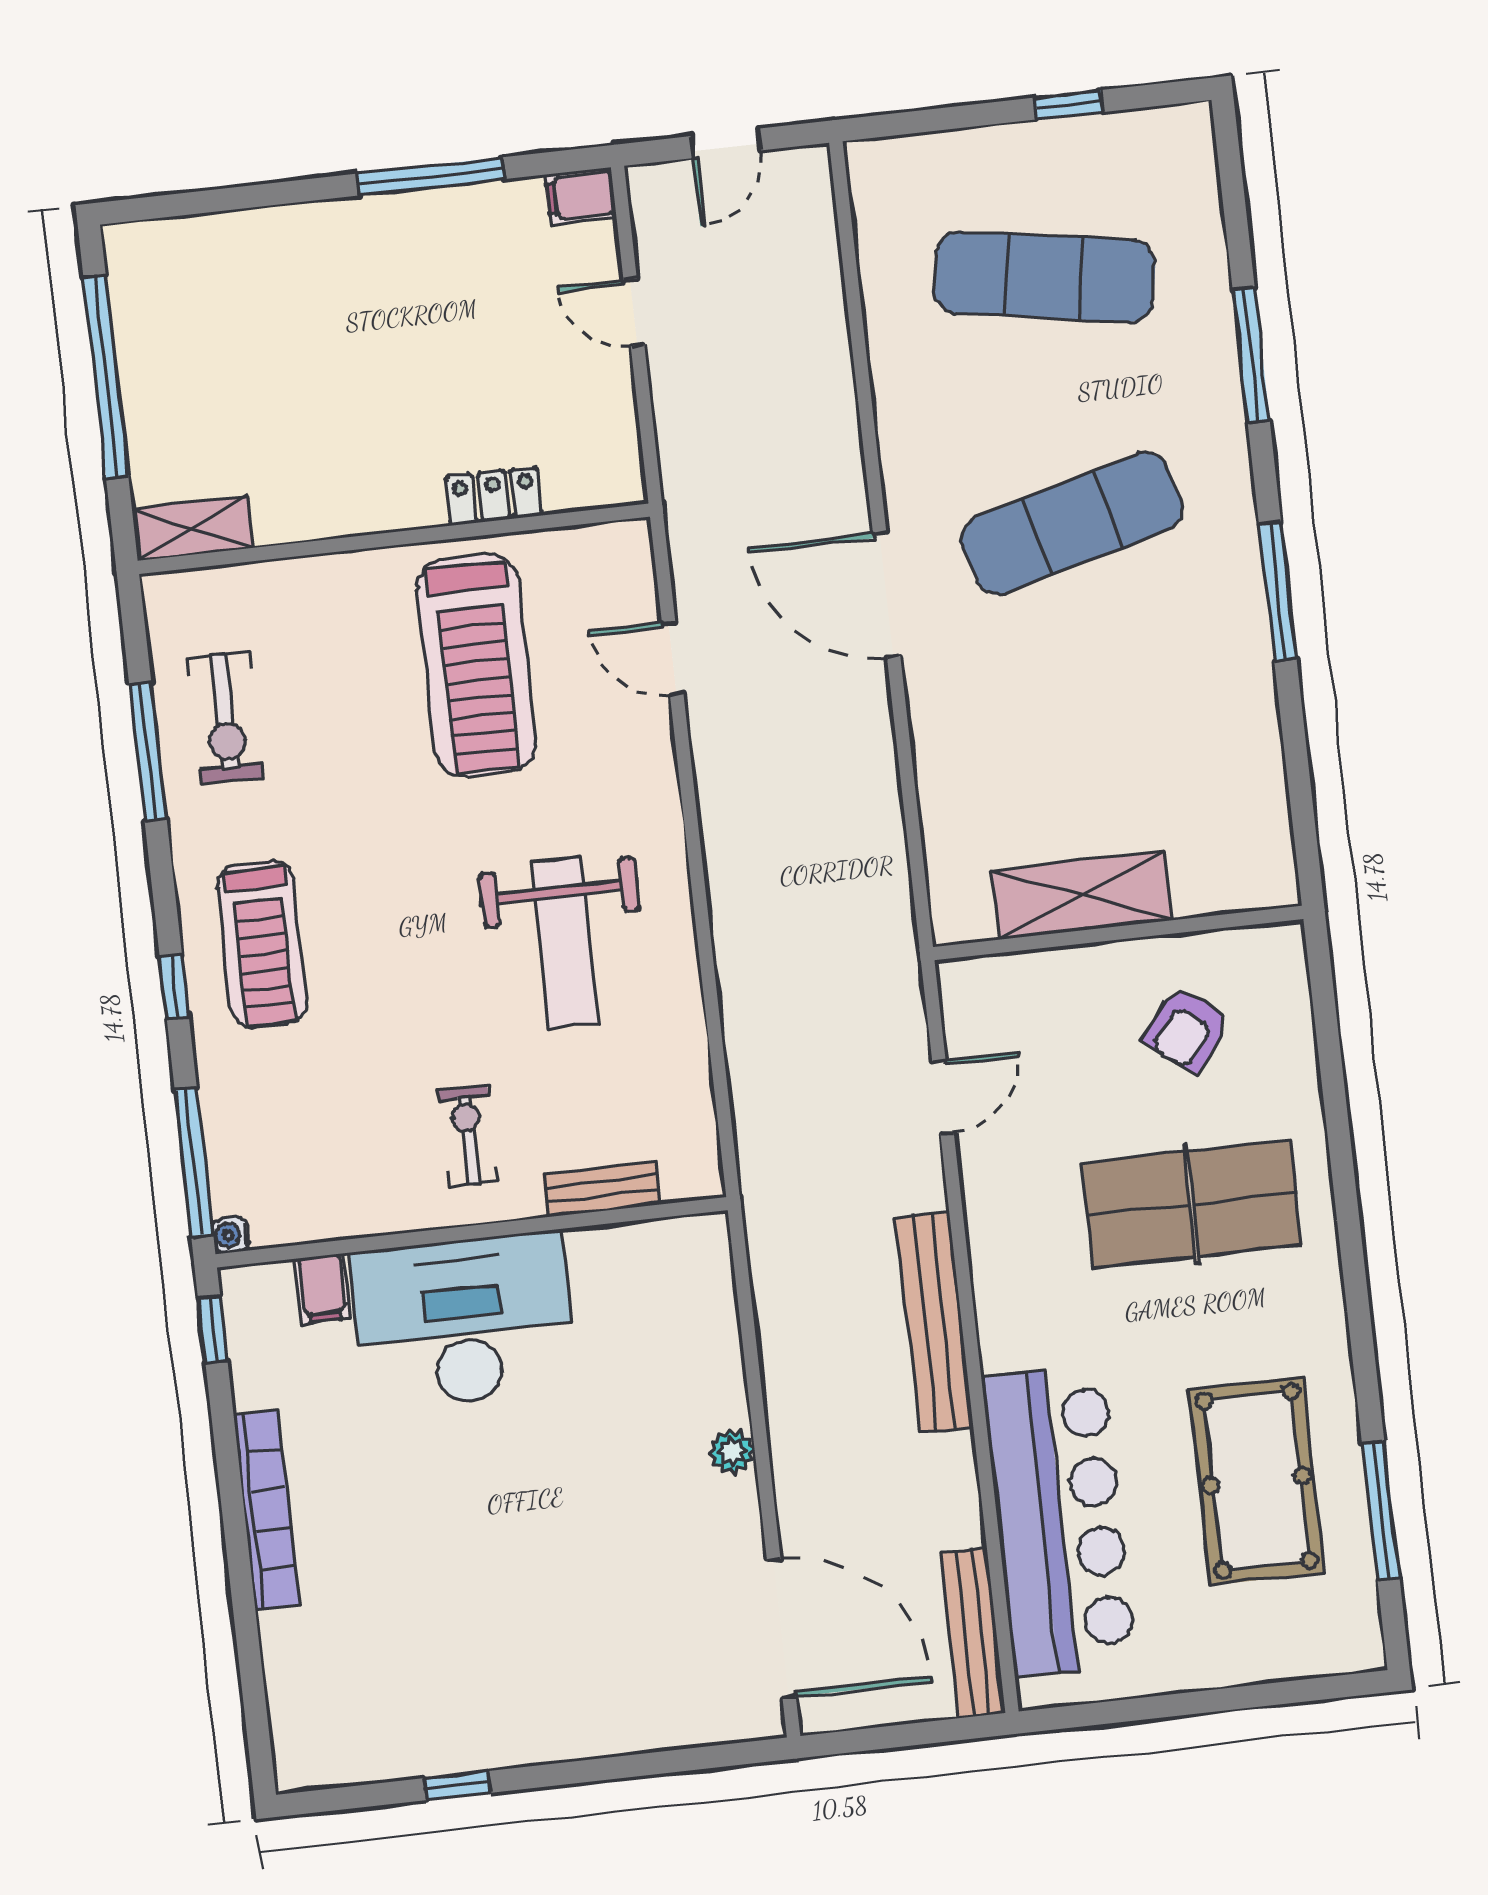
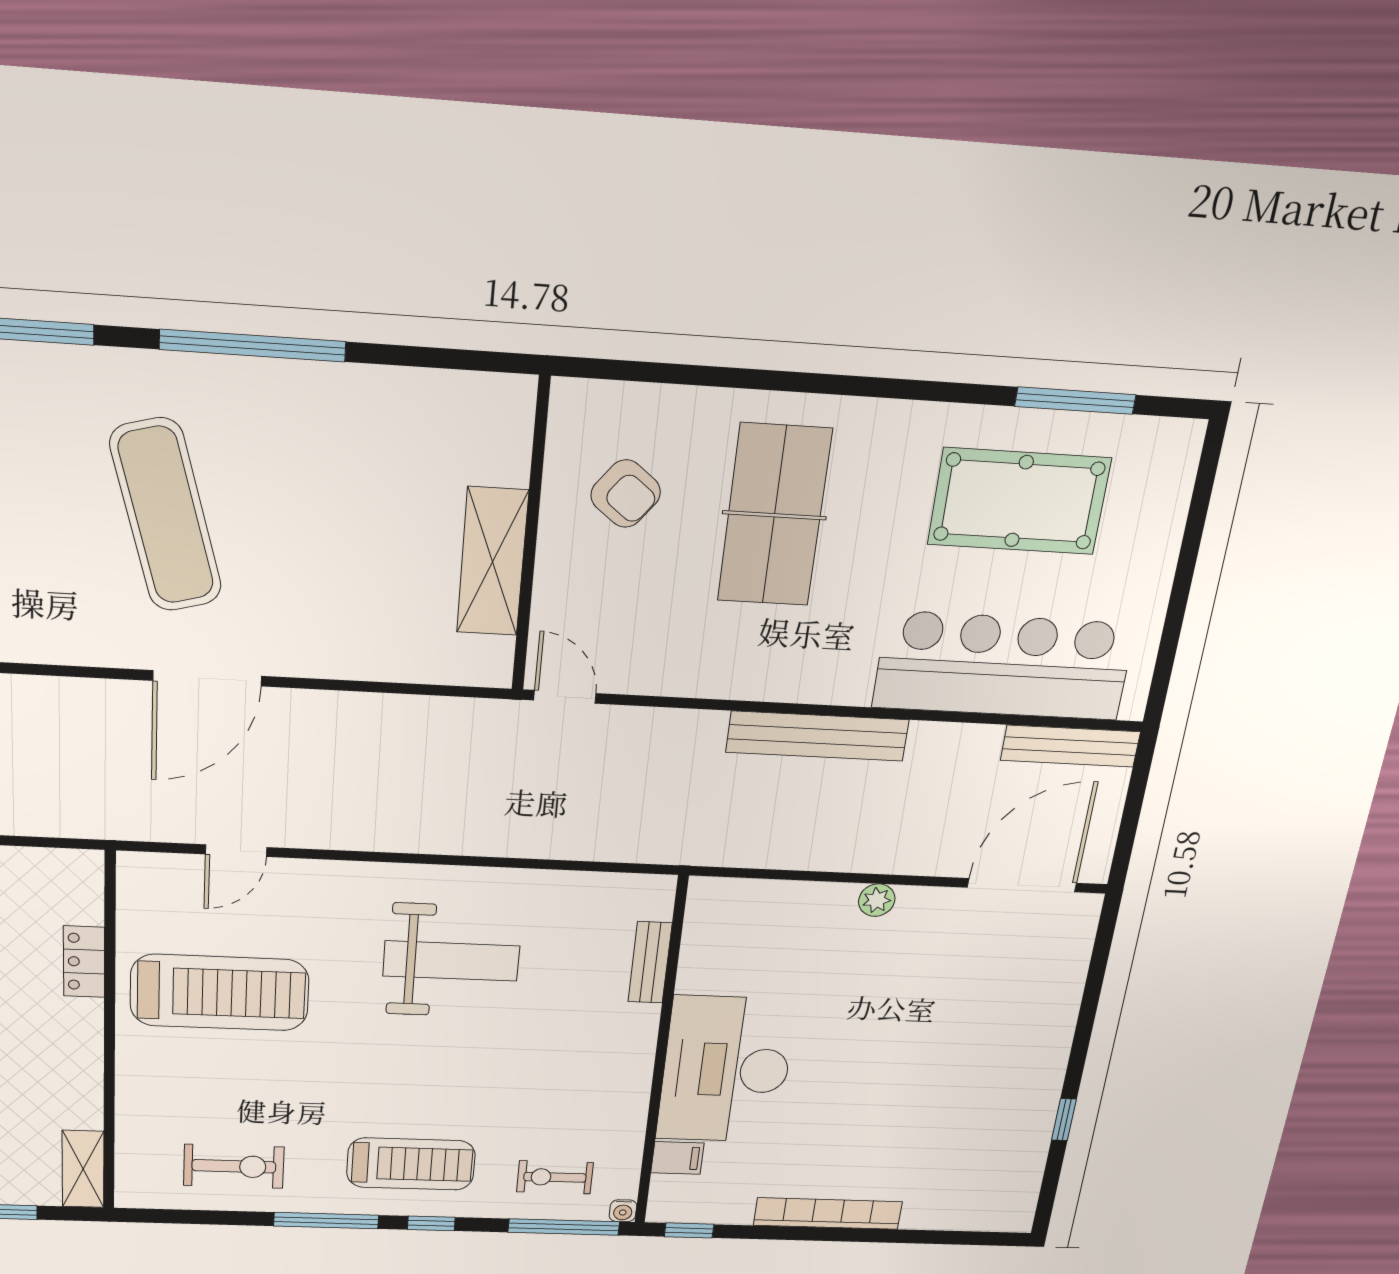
window: (1278, 592) -> (253, 346), width x1.46
window: (148, 751) -> (326, 1221), moved
door: (943, 1097) -> (565, 697), moved
exercise bike: (468, 1135) -> (555, 1177), moved

